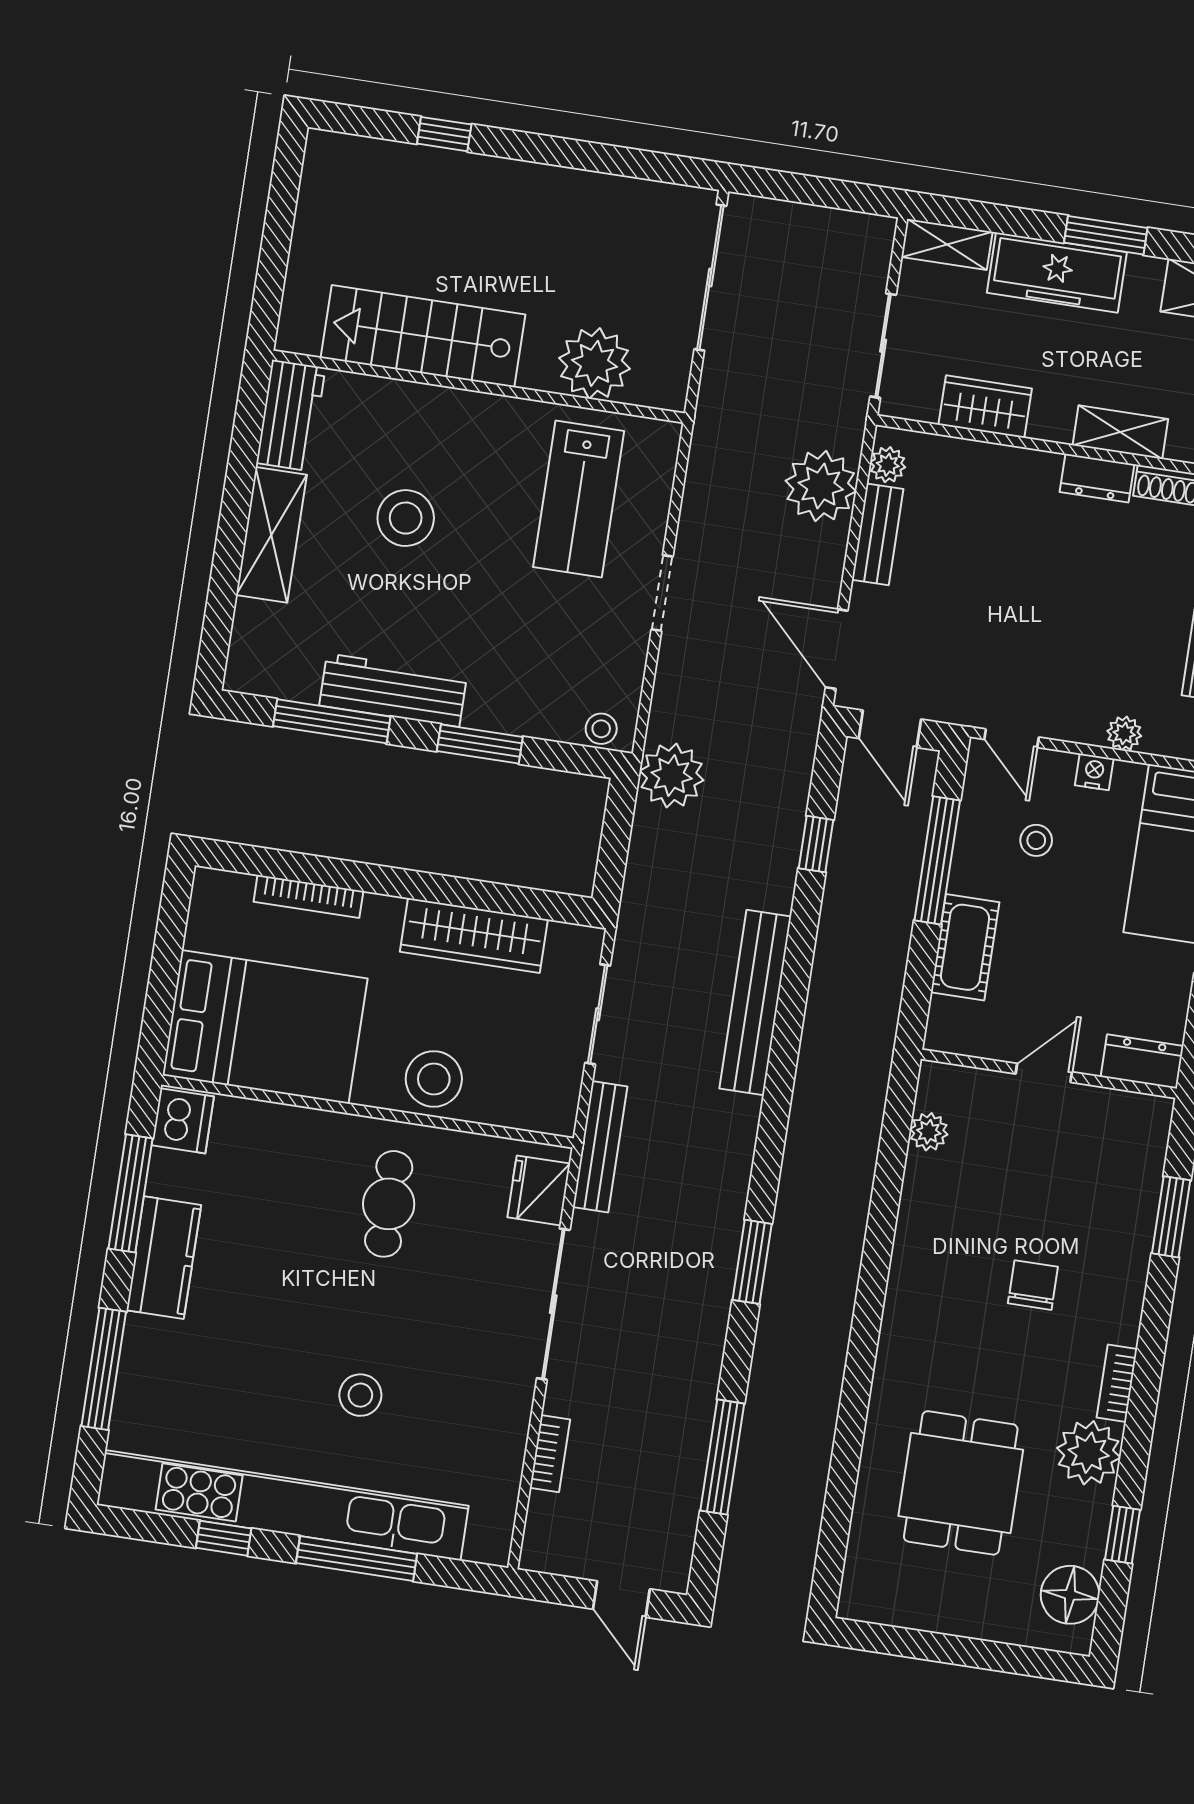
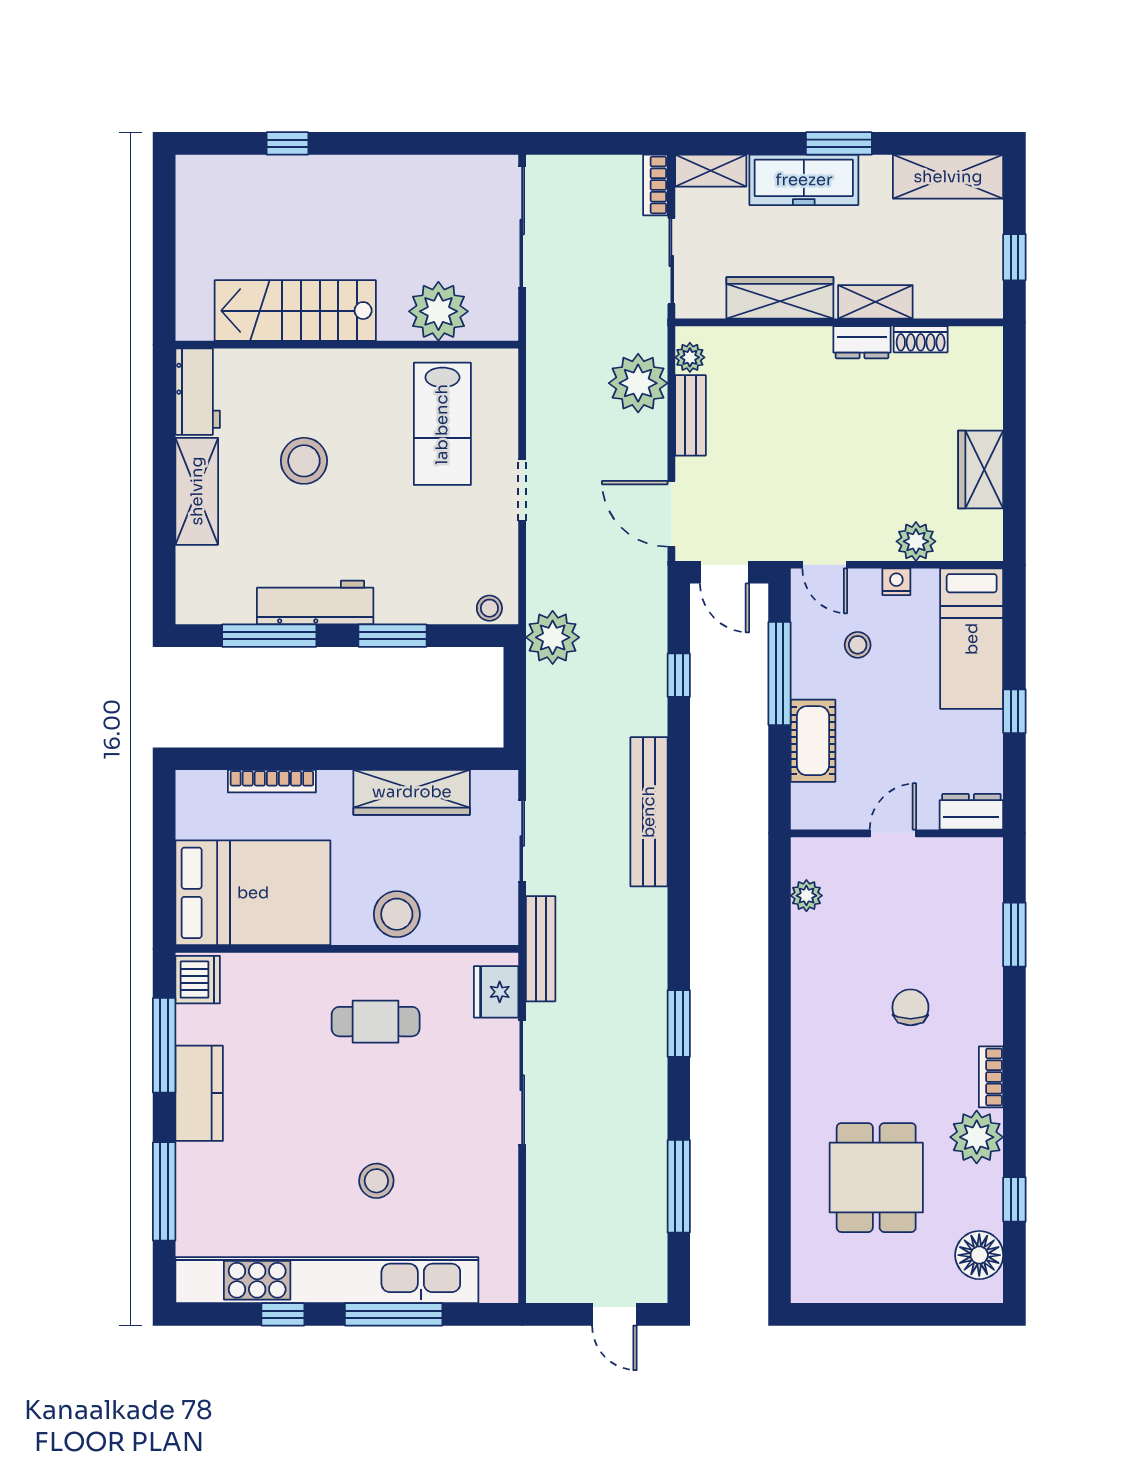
wardrobe: (985, 407) -> (780, 298), width x1.50
plant: (1124, 733) -> (916, 541), width x1.38, depth x1.38
cafe table: (389, 1204) -> (376, 1022), turned 90
bookcase: (550, 1454) -> (655, 185), moved, turned 180

